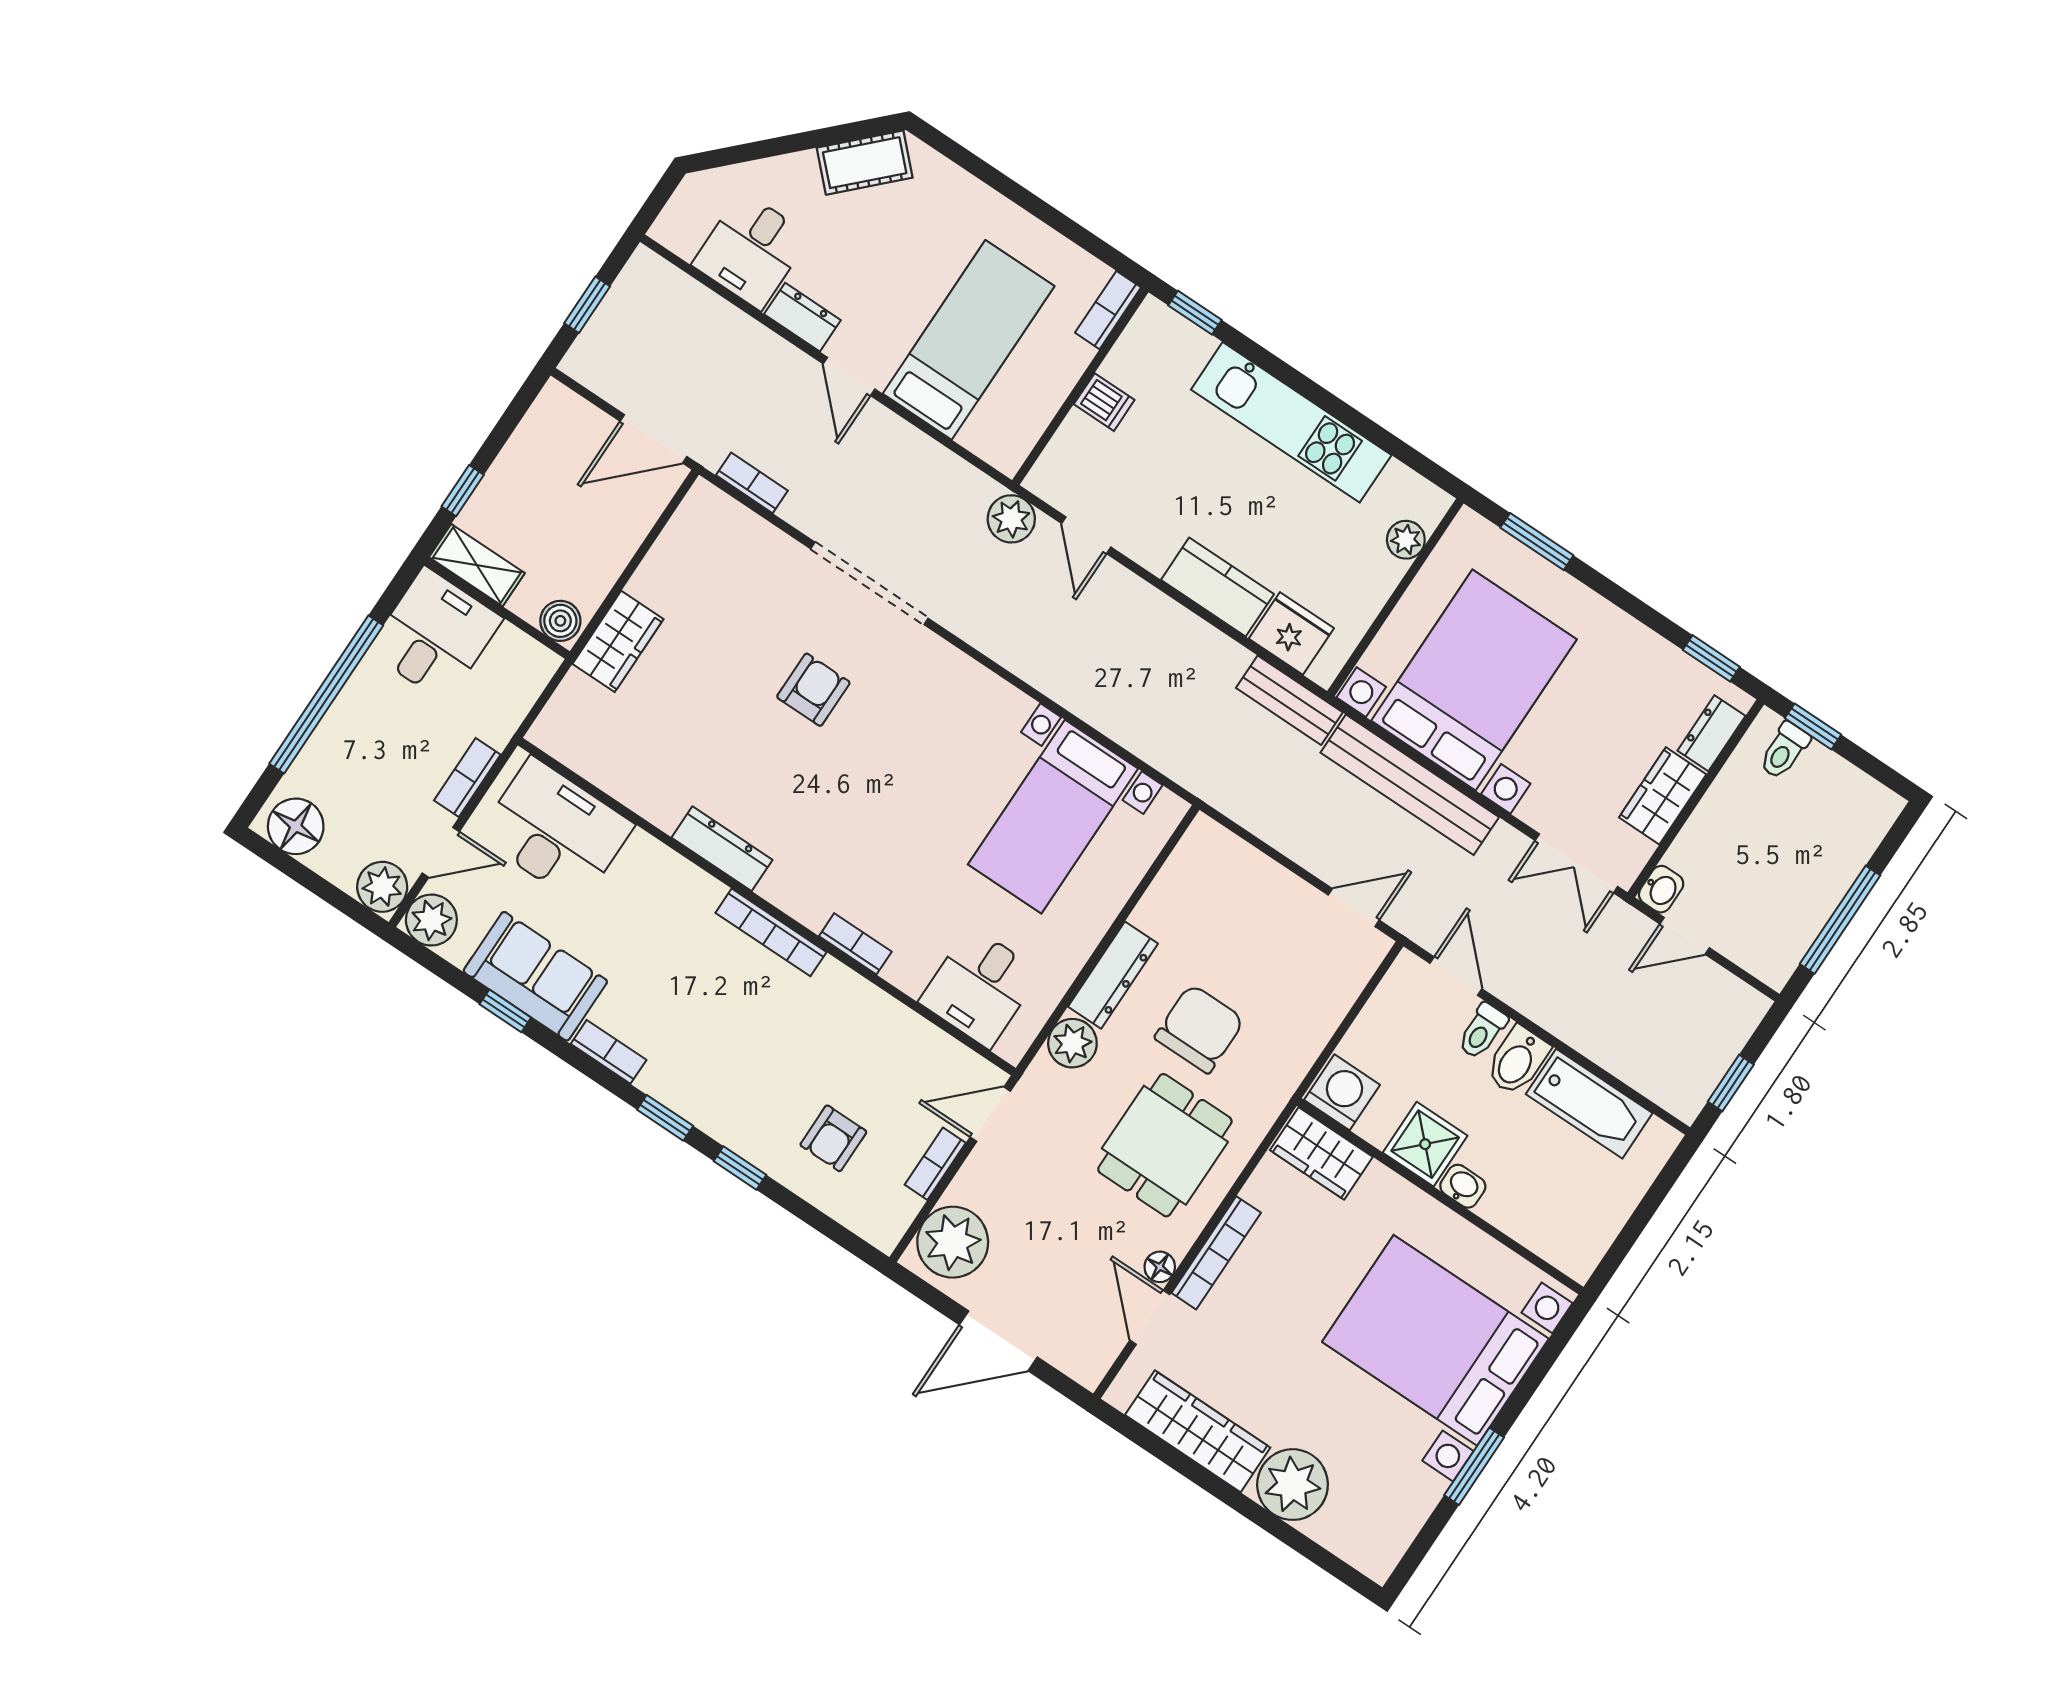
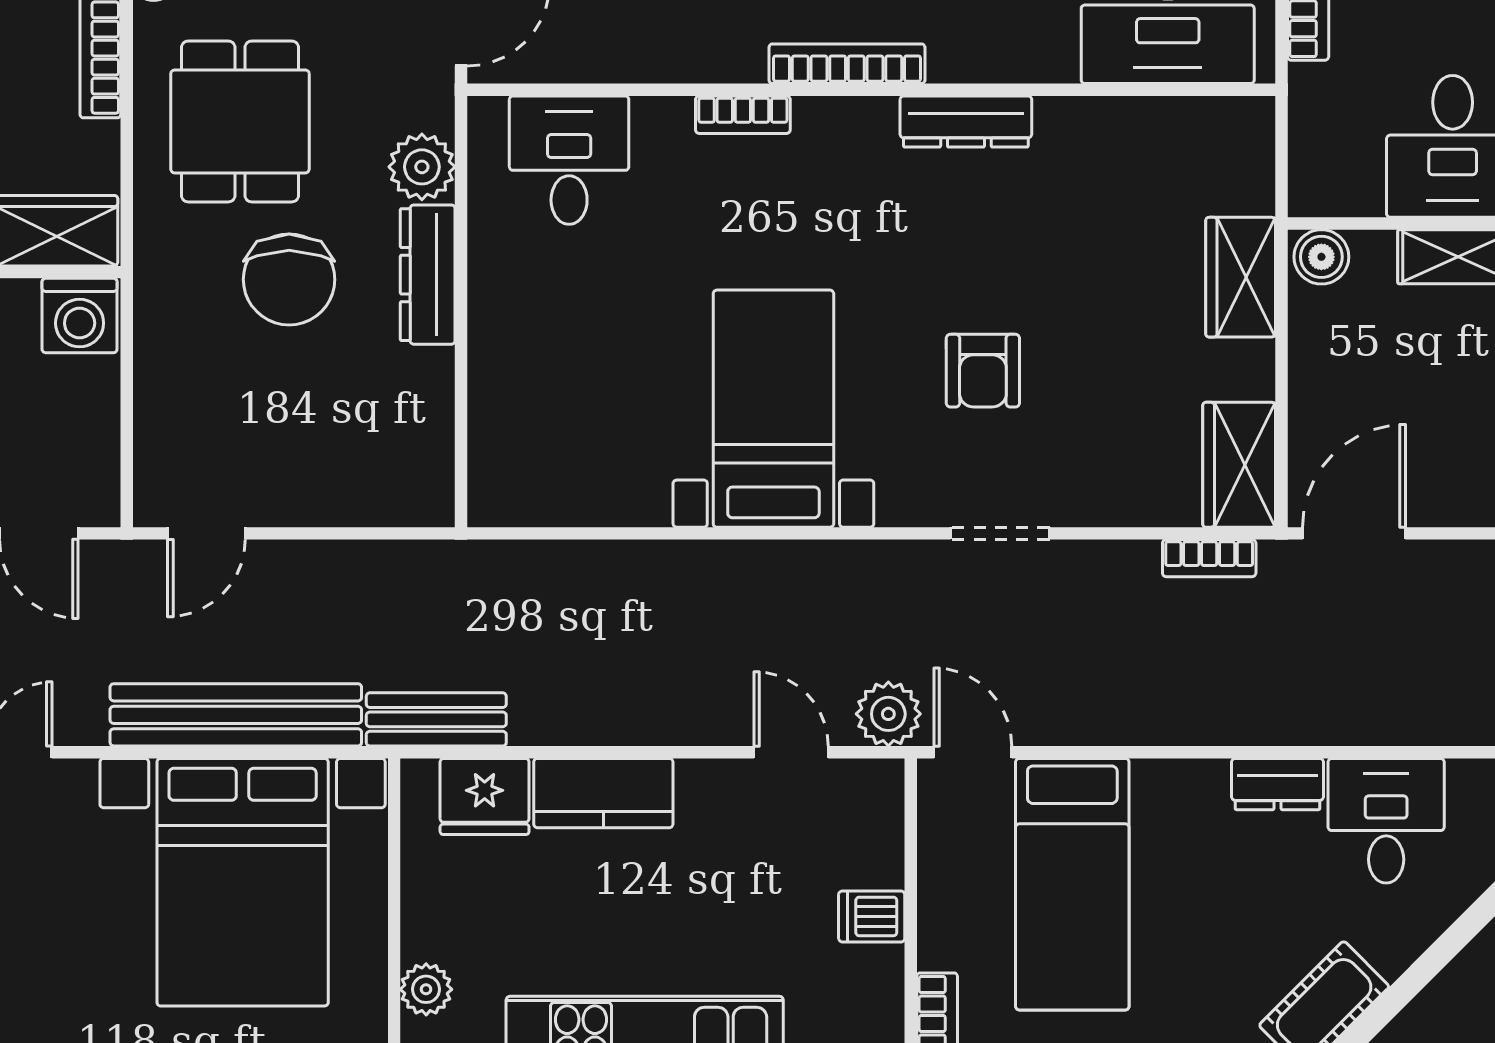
door: (849, 376) -> (973, 752), moved
wardrobe: (696, 528) -> (1239, 465), added
doorway: (869, 583) -> (1000, 533), width x0.53
bed with nightstands: (1053, 817) -> (773, 409), moved

